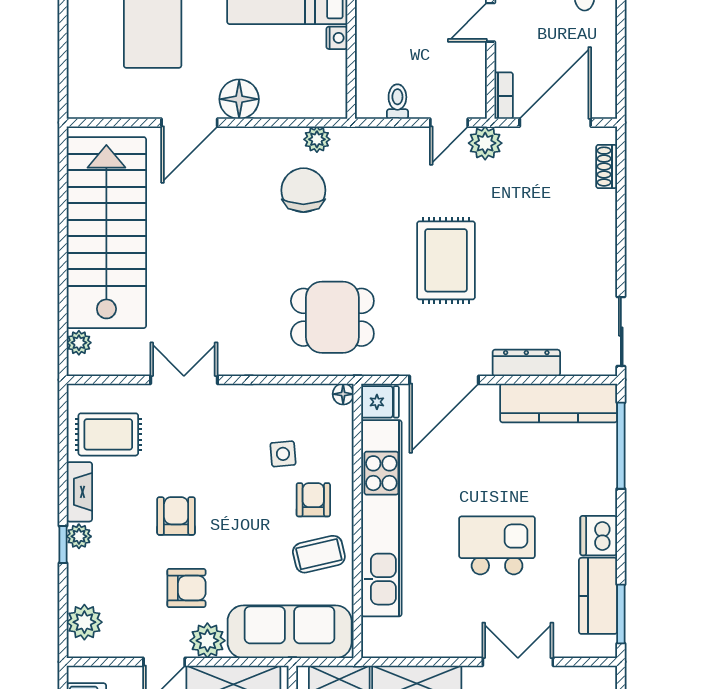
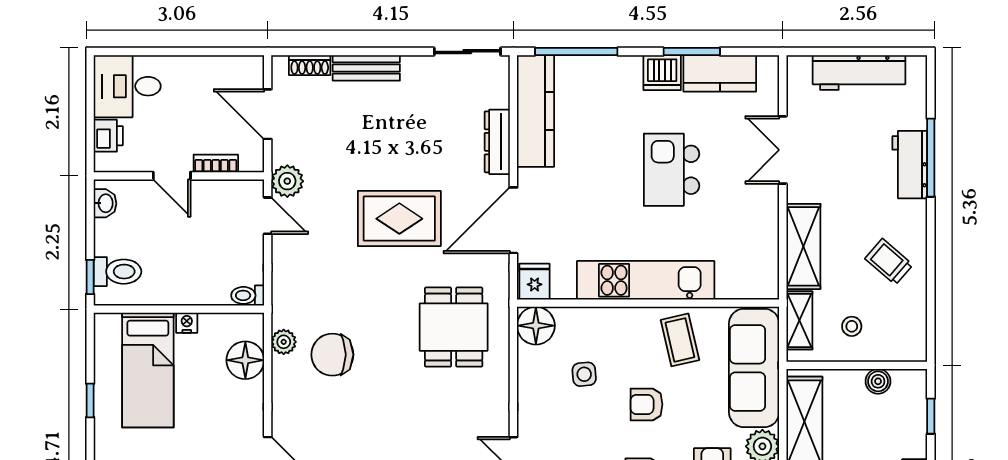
bookcase: (504, 96) -> (216, 163), moved
floor lamp: (239, 99) -> (245, 360), moved
toilet: (397, 102) -> (248, 295), moved
door: (555, 123) -> (268, 114), width x0.73
bench: (604, 226) -> (366, 68), added
door: (444, 380) -> (513, 220), swing flipped
floor lamp: (343, 394) -> (536, 326), width x1.89, depth x1.89
armchair: (313, 500) -> (647, 404), moved
kitchen unit: (381, 518) -> (646, 280), width x0.73
window: (621, 614) -> (692, 52), moved

